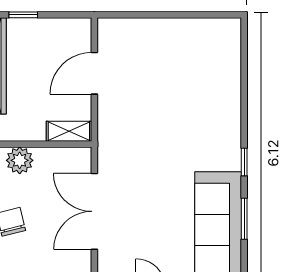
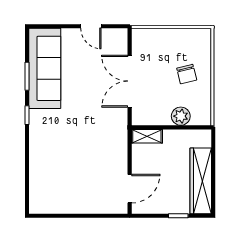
door: (94, 73) -> (130, 189), moved
double door: (94, 211) -> (130, 81), swing flipped

